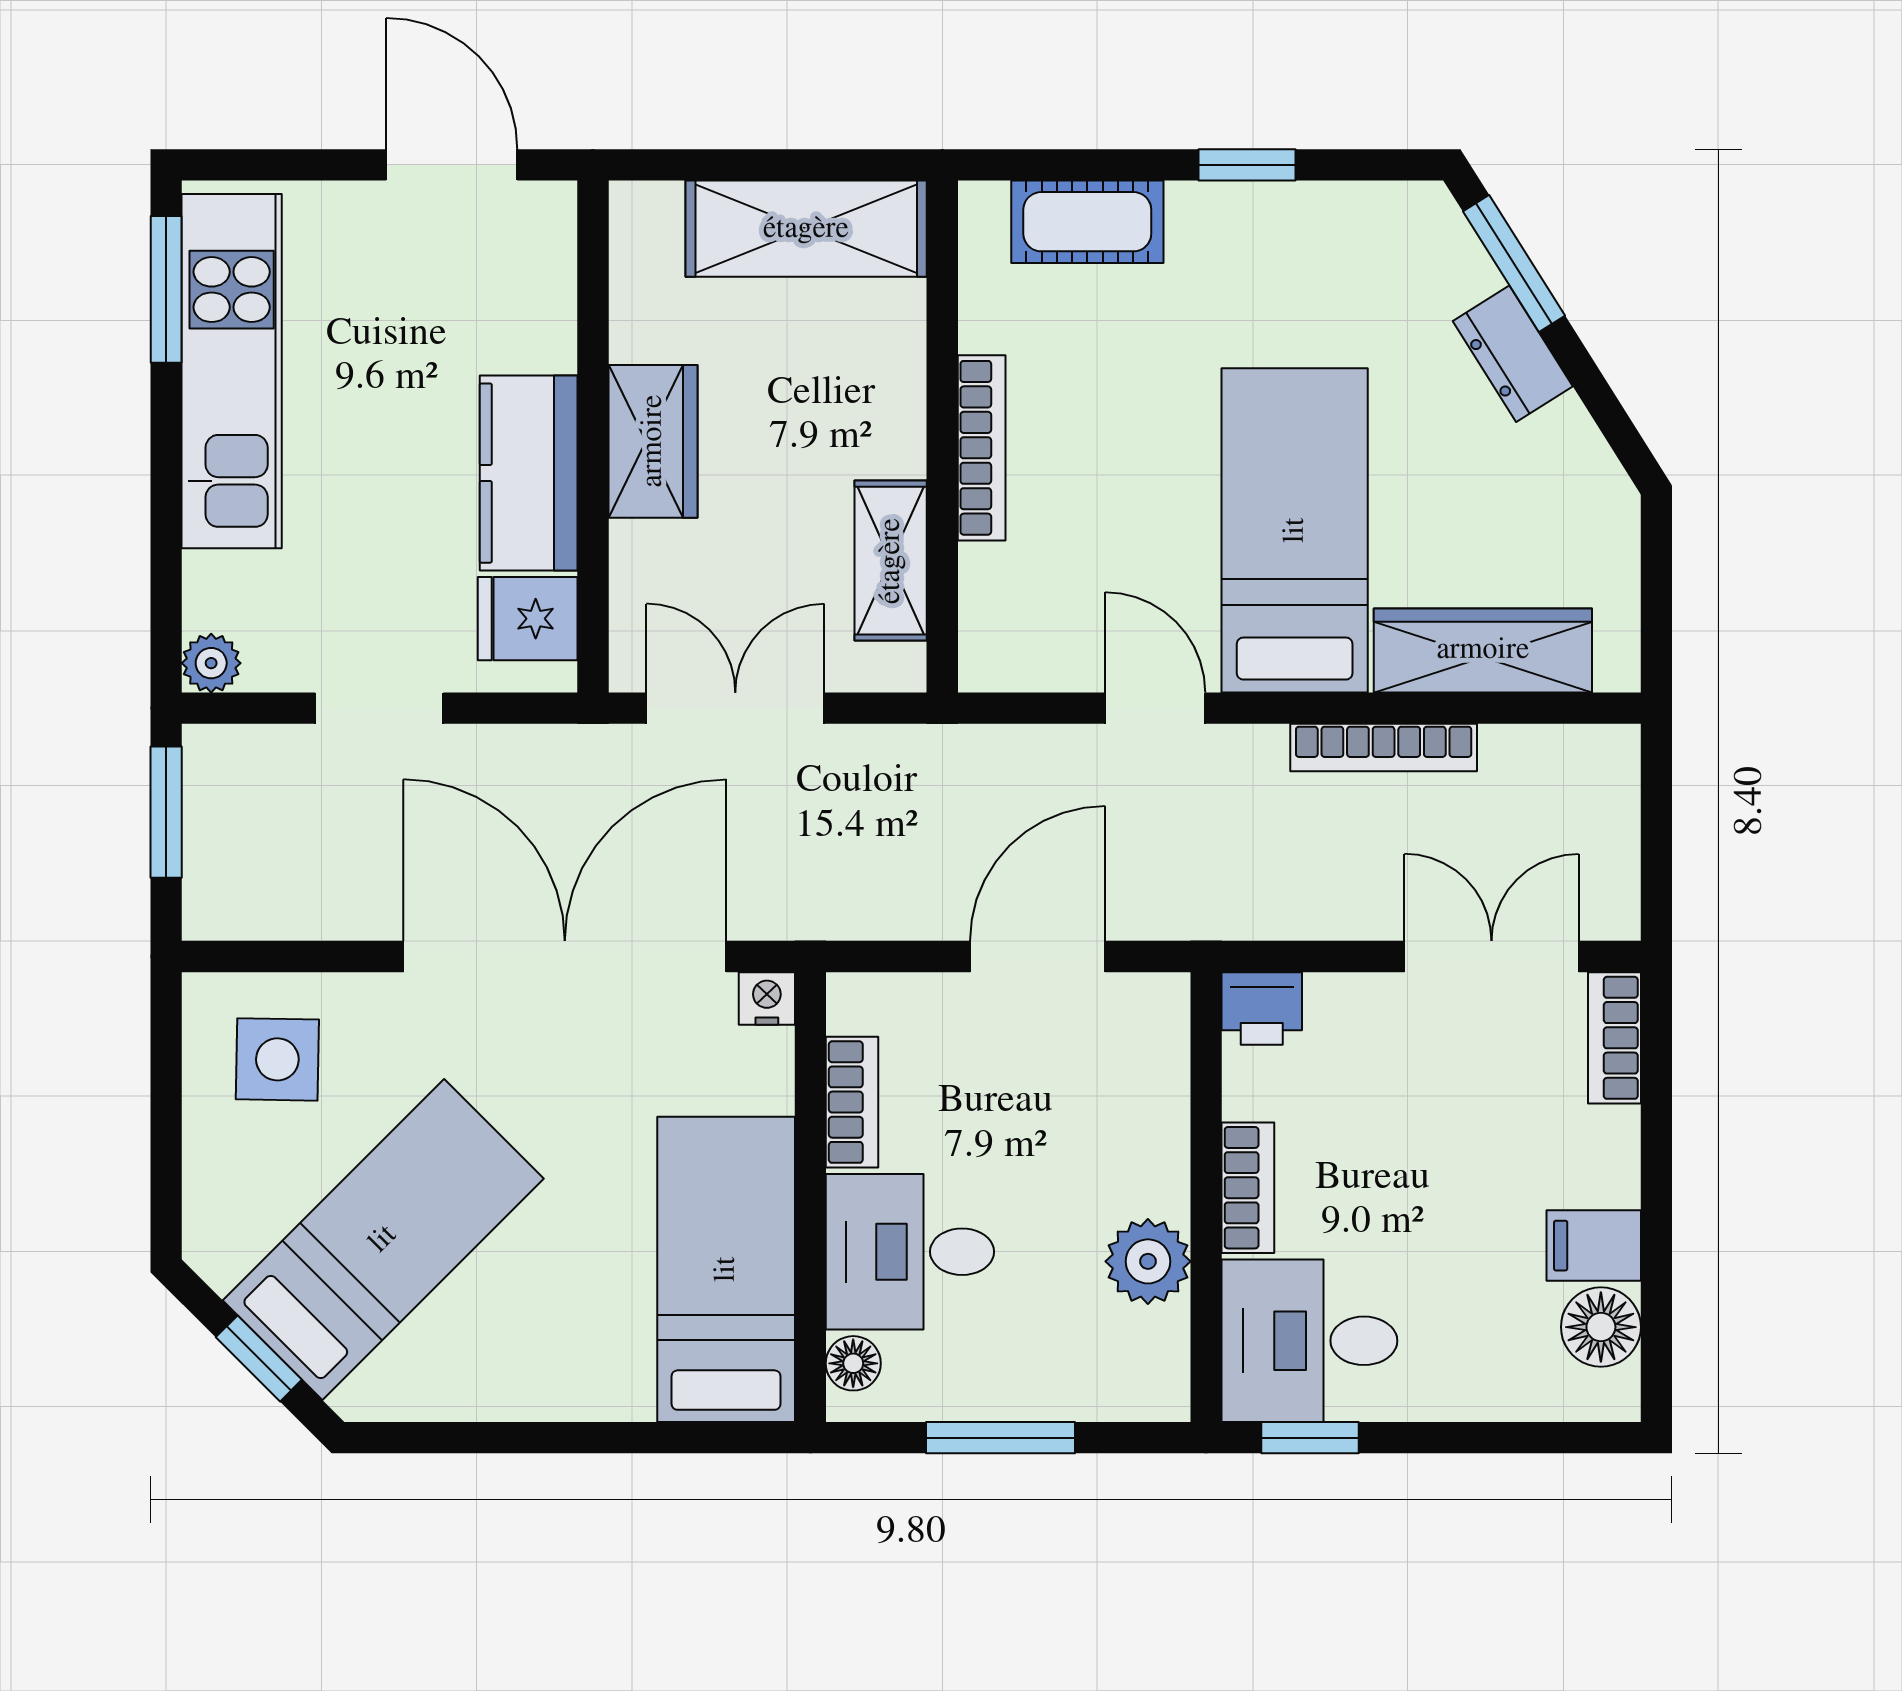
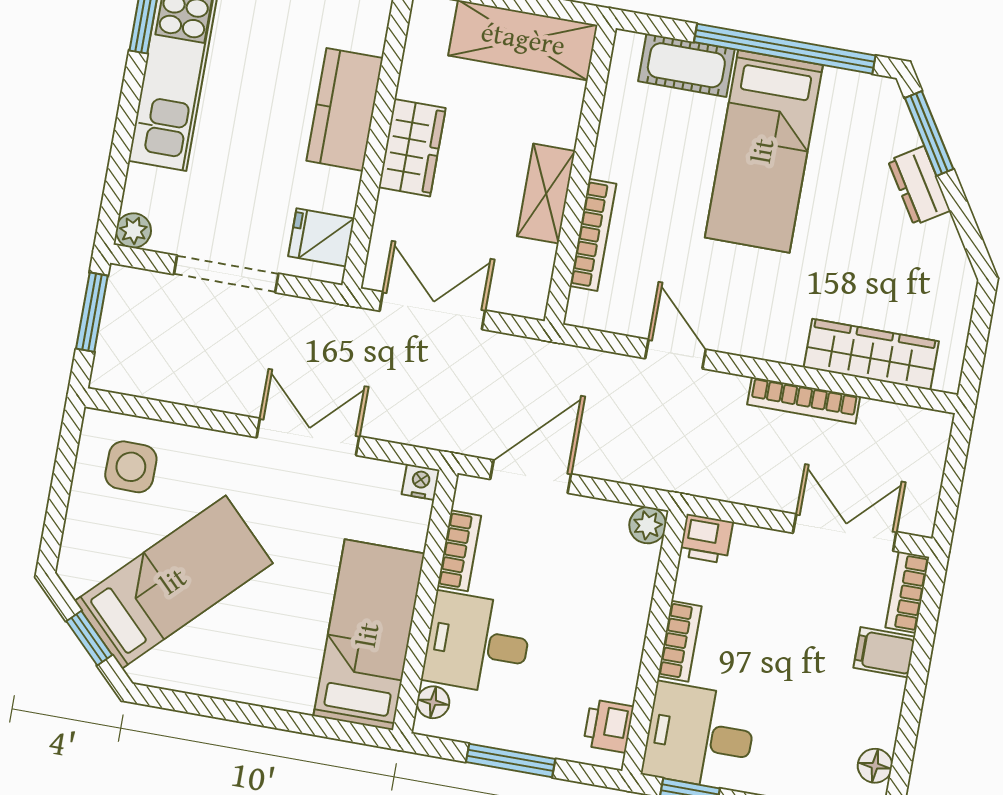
window: (1247, 165) -> (785, 49), width x3.17
bookcase: (982, 448) -> (593, 235), moved
kitchen counter: (529, 473) -> (345, 109), moved
bed: (1295, 530) -> (764, 151), moved, turned 180
shelving: (891, 561) -> (546, 194), moved
doorway: (379, 708) -> (226, 274), width x1.38
double door: (565, 956) -> (308, 437), width x0.54
door: (1038, 956) -> (531, 477), moved
filing cabinet: (1594, 1246) -> (884, 652), moved
plant: (1148, 1261) -> (648, 525), moved, width x0.73, depth x0.73
floor lamp: (1601, 1327) -> (875, 766), width x0.73, depth x0.73
printer: (1154, 1351) -> (608, 726), added

